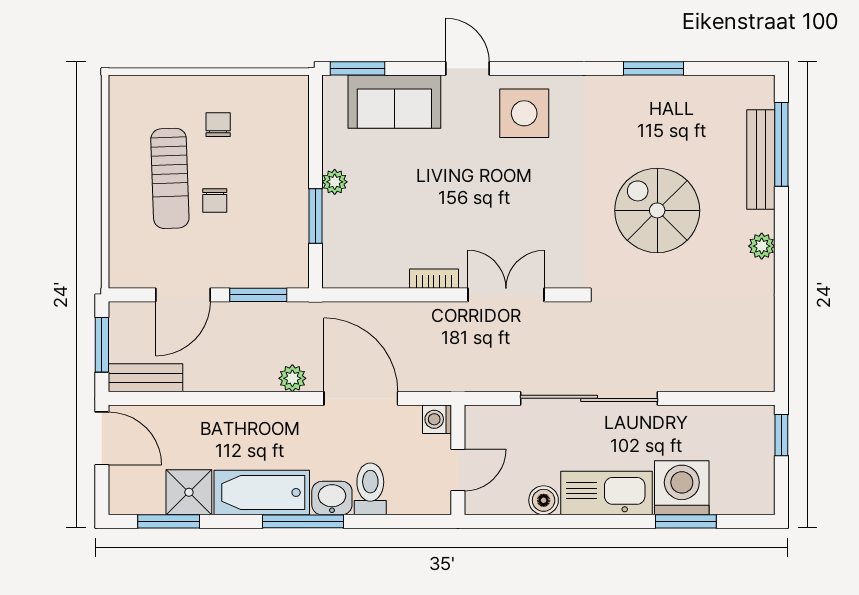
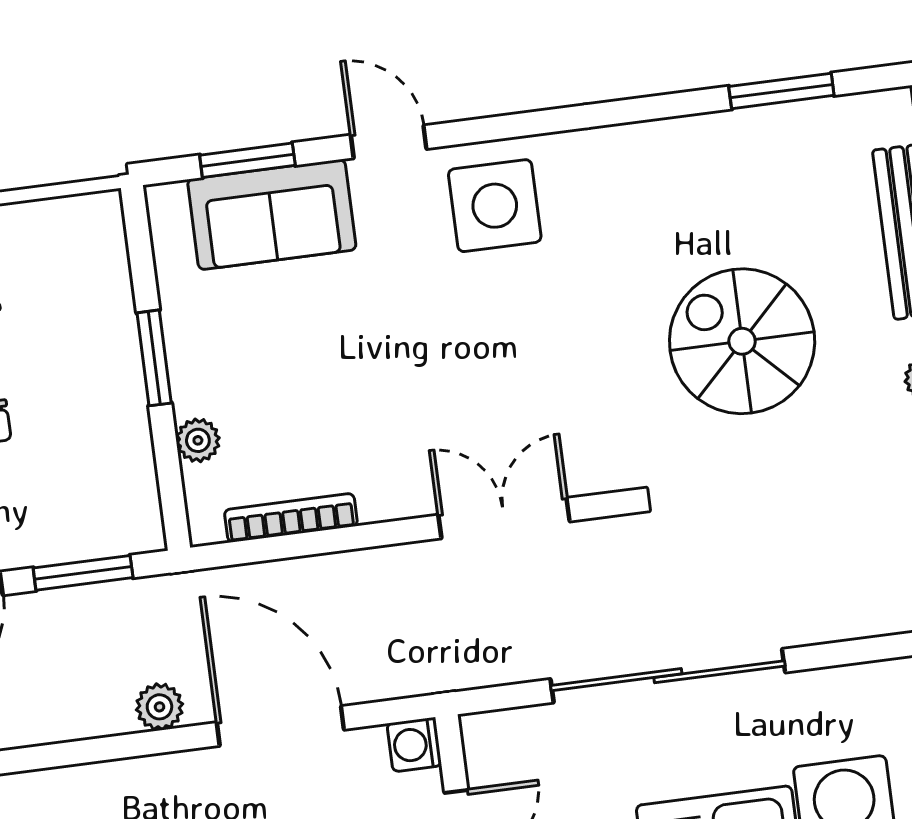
window: (358, 68) -> (247, 160), moved
window: (654, 68) -> (781, 91), moved
plant: (335, 182) -> (198, 440), moved
window: (315, 216) -> (154, 358), moved
bookcase: (434, 279) -> (291, 518), moved, width x1.56

